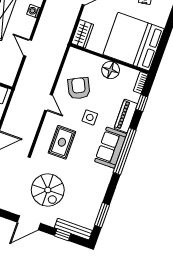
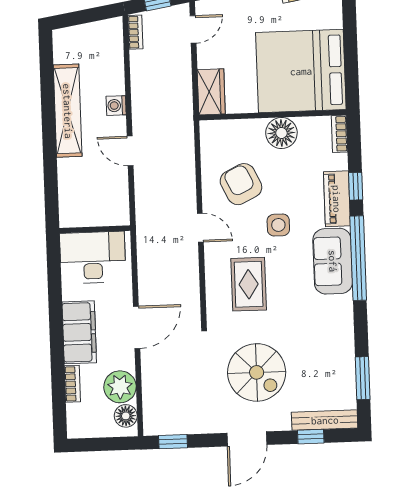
washing machine: (33, 11) -> (116, 106), moved
window: (142, 103) -> (356, 186), moved

